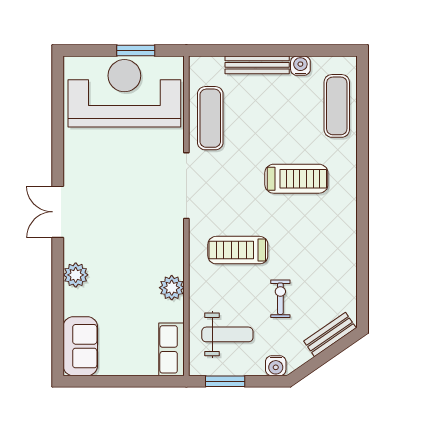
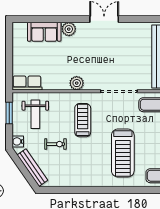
treadmill: (296, 179) -> (123, 153), width x1.37, depth x1.38
plant: (172, 288) -> (77, 83), moved
bench: (330, 334) -> (32, 168), width x1.36
sofa: (80, 346) -> (44, 32), moved

